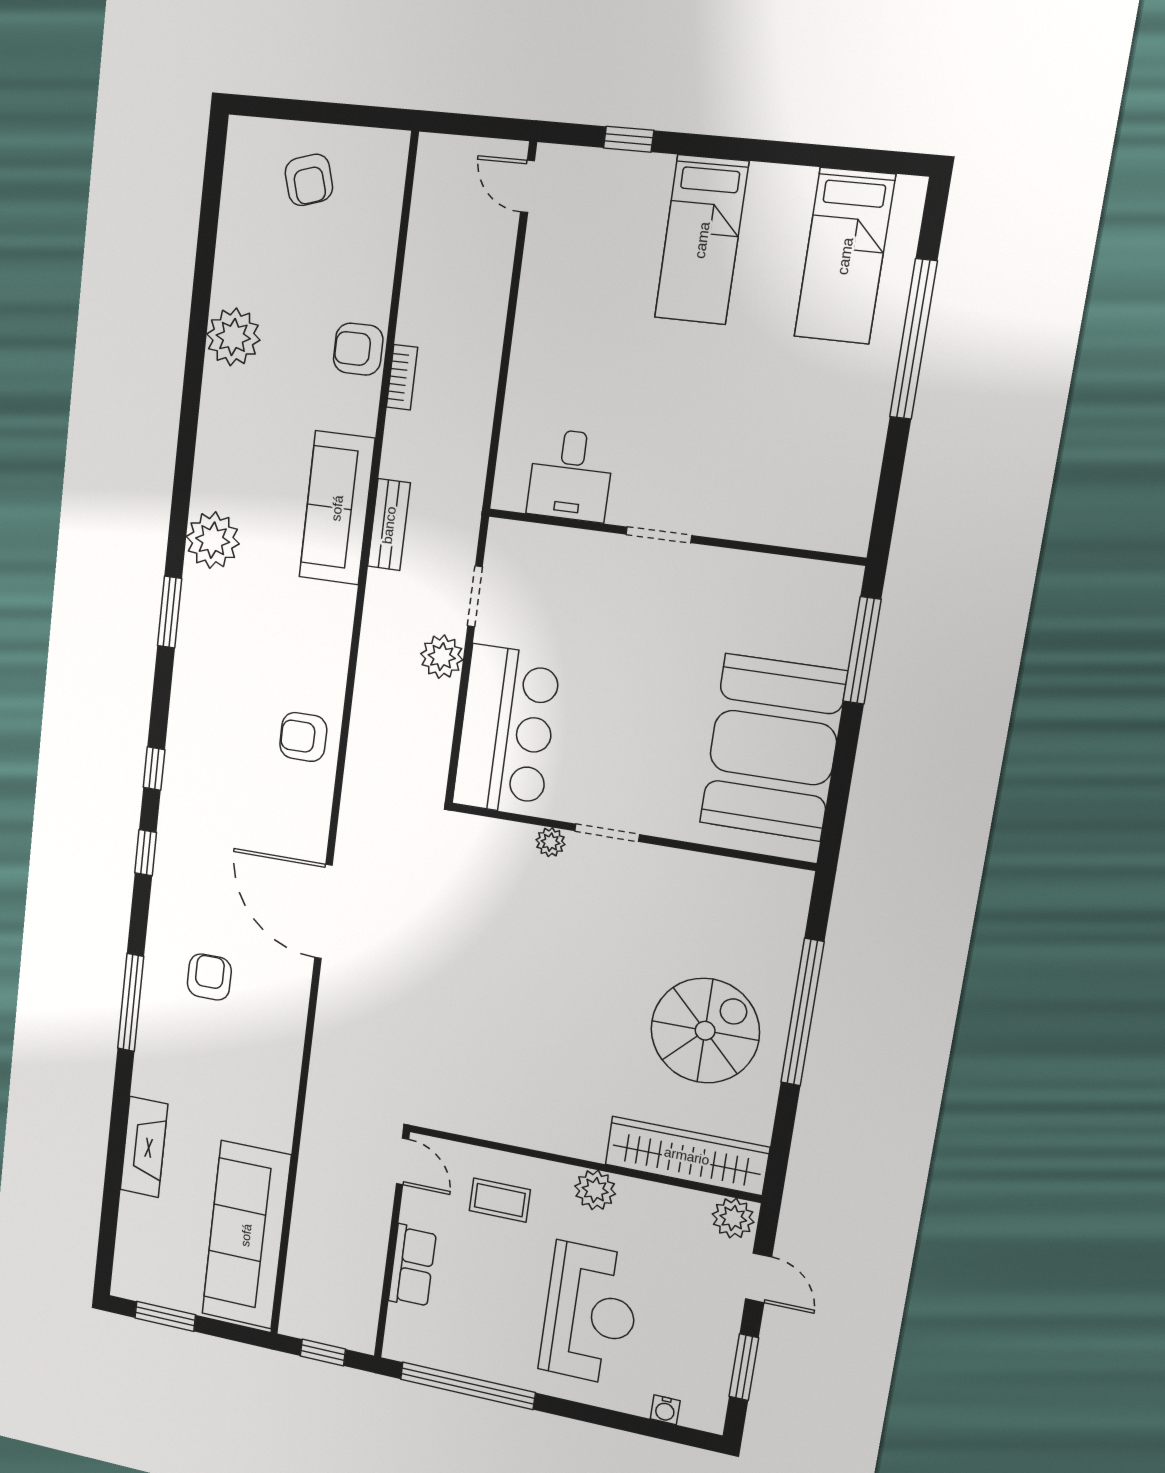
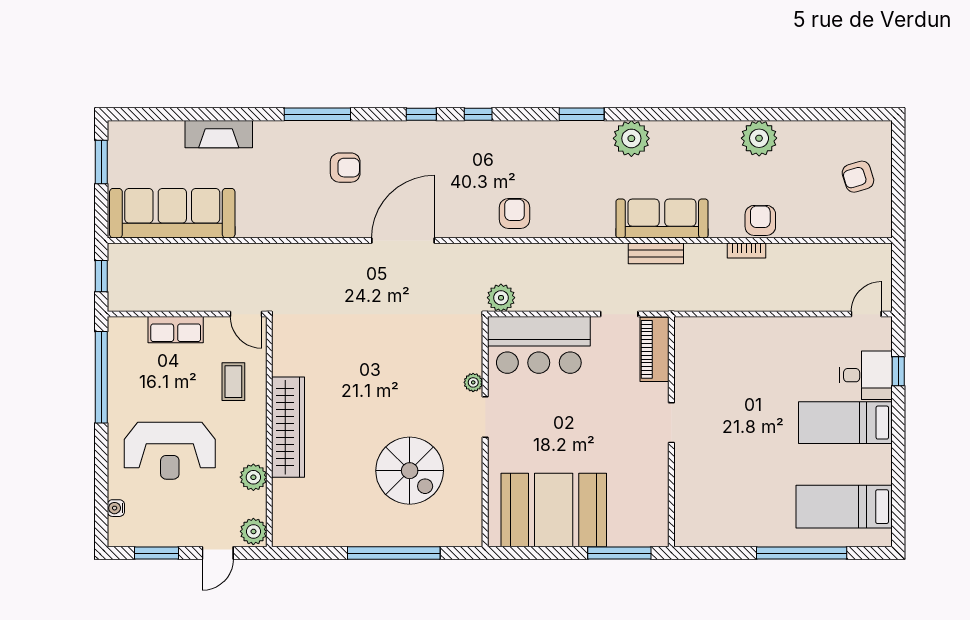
desk: (571, 475) -> (866, 375), moved, turned 180
piano: (538, 547) -> (655, 349), added
plant: (442, 657) -> (501, 298), moved
spiral stairs: (705, 1031) -> (410, 471), moved
wardrobe: (687, 1156) -> (288, 427), moved
door: (403, 1161) -> (246, 314), hinge flipped
plant: (595, 1190) -> (253, 477), moved

